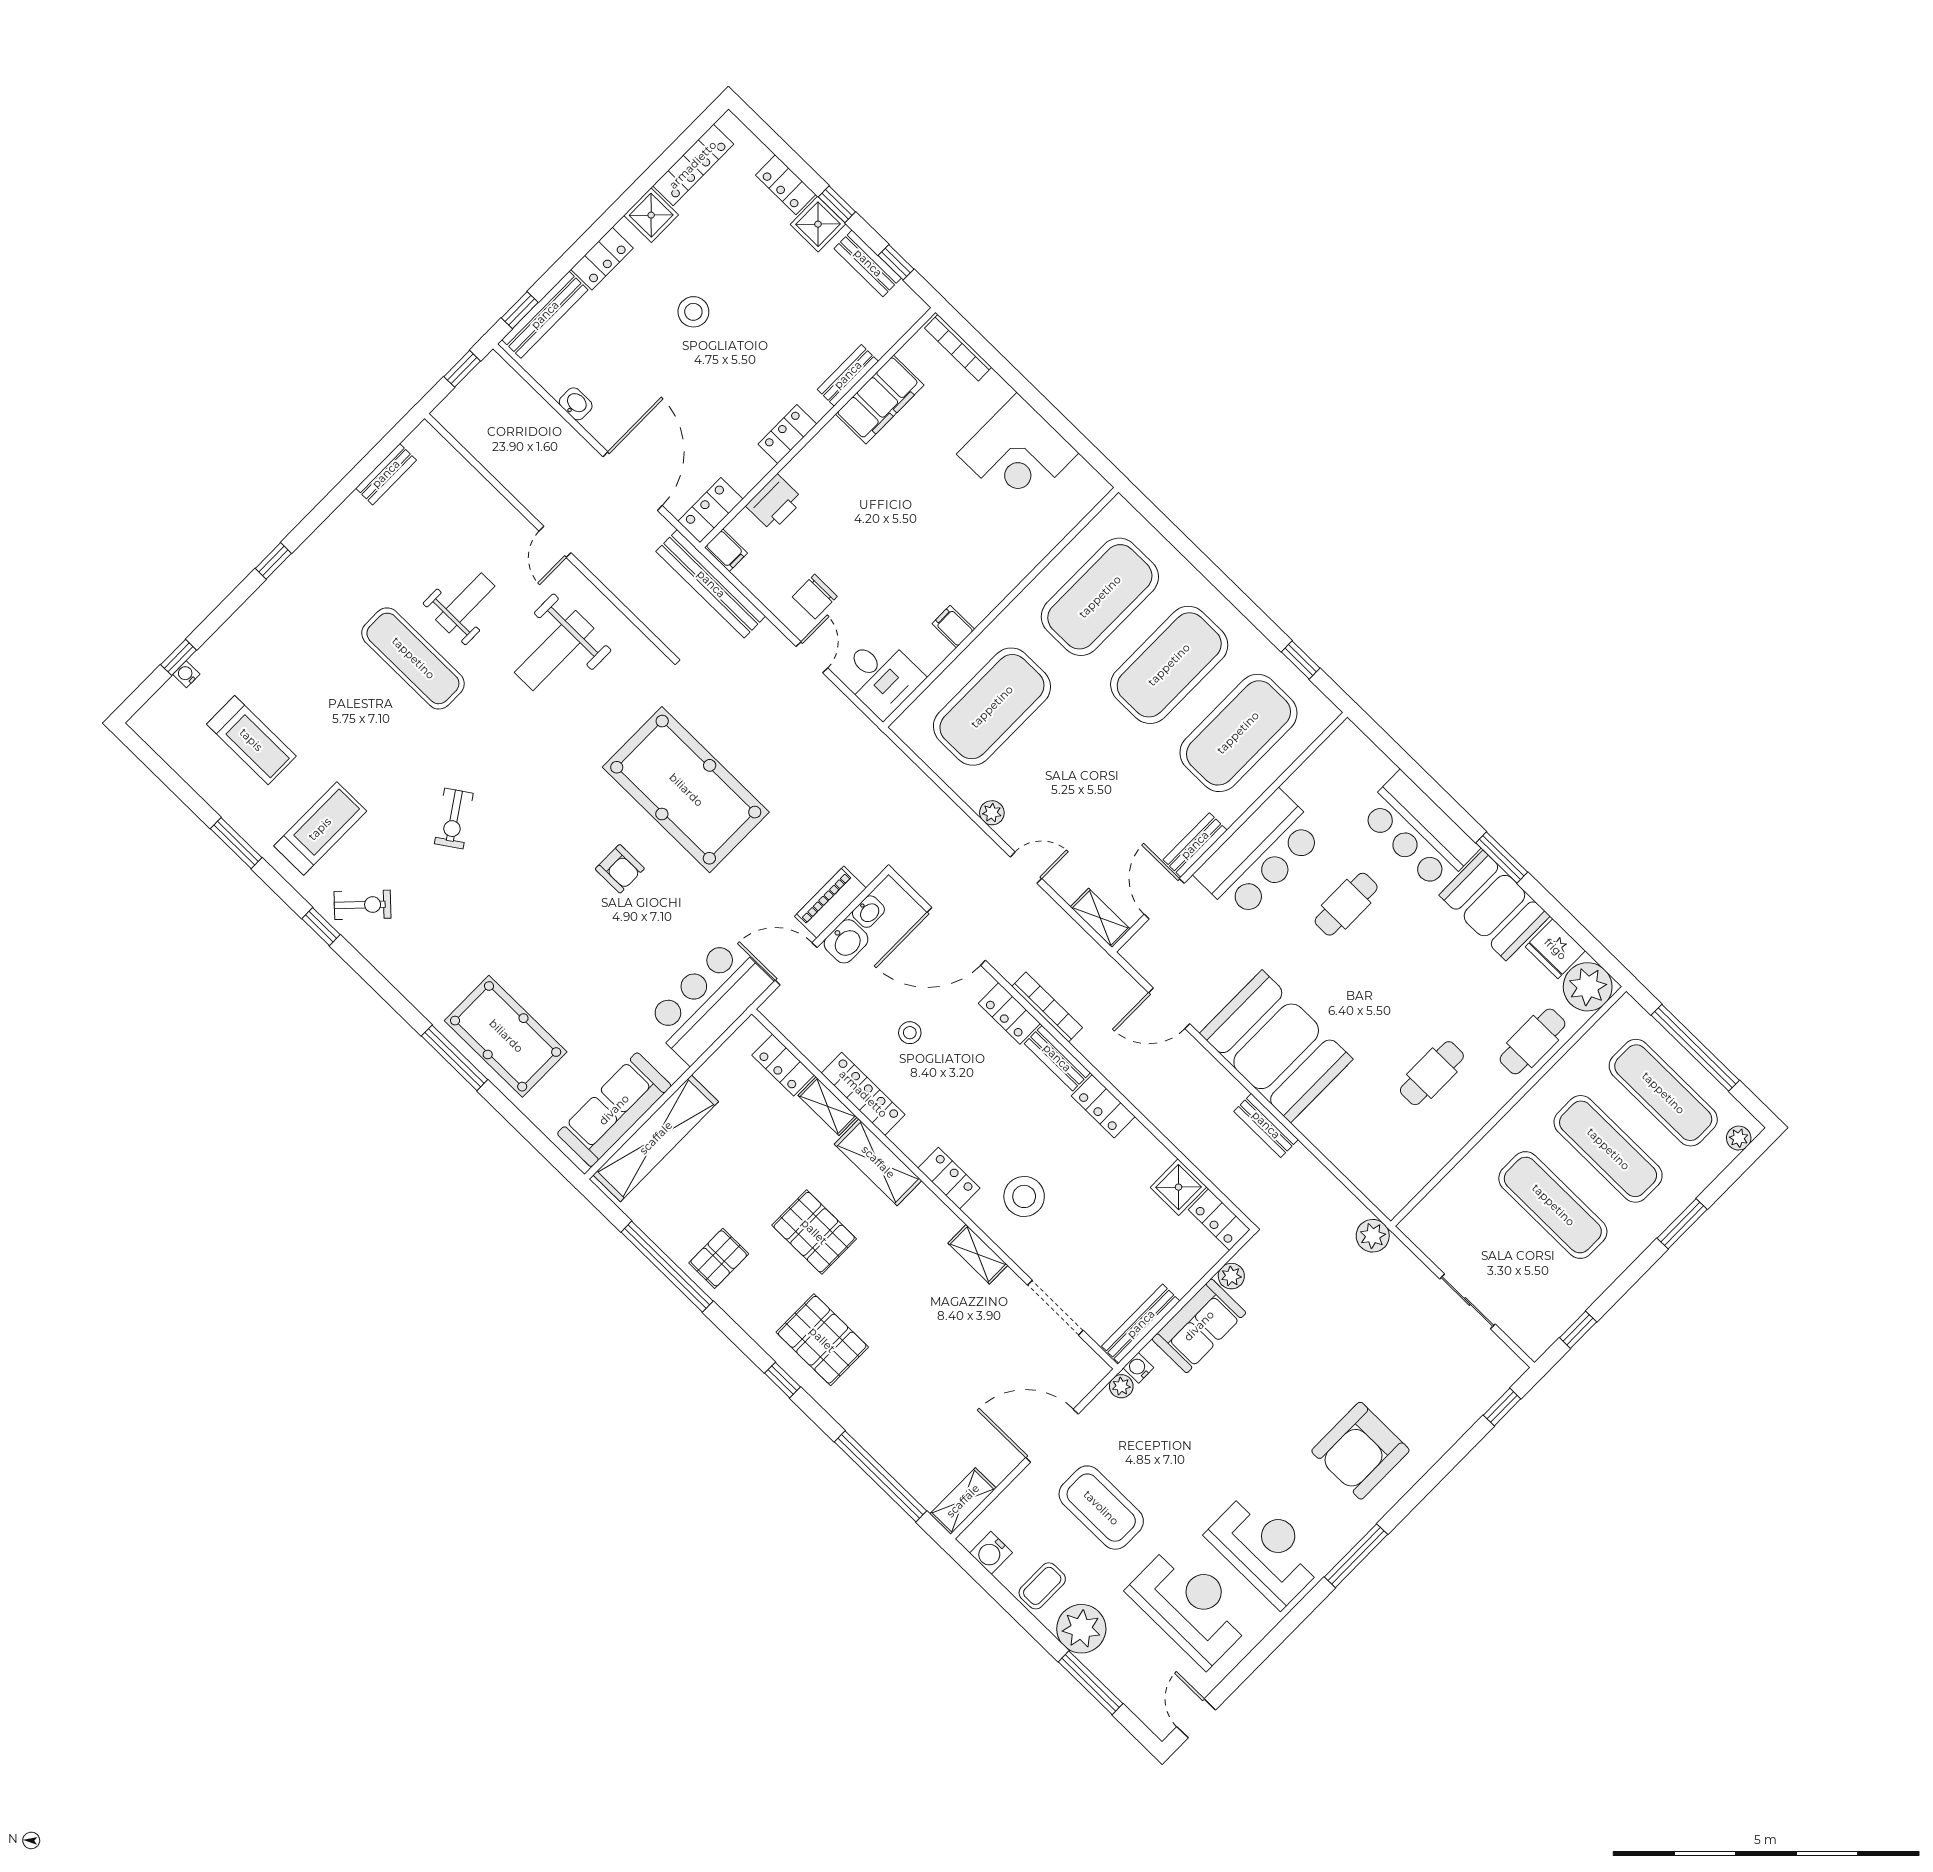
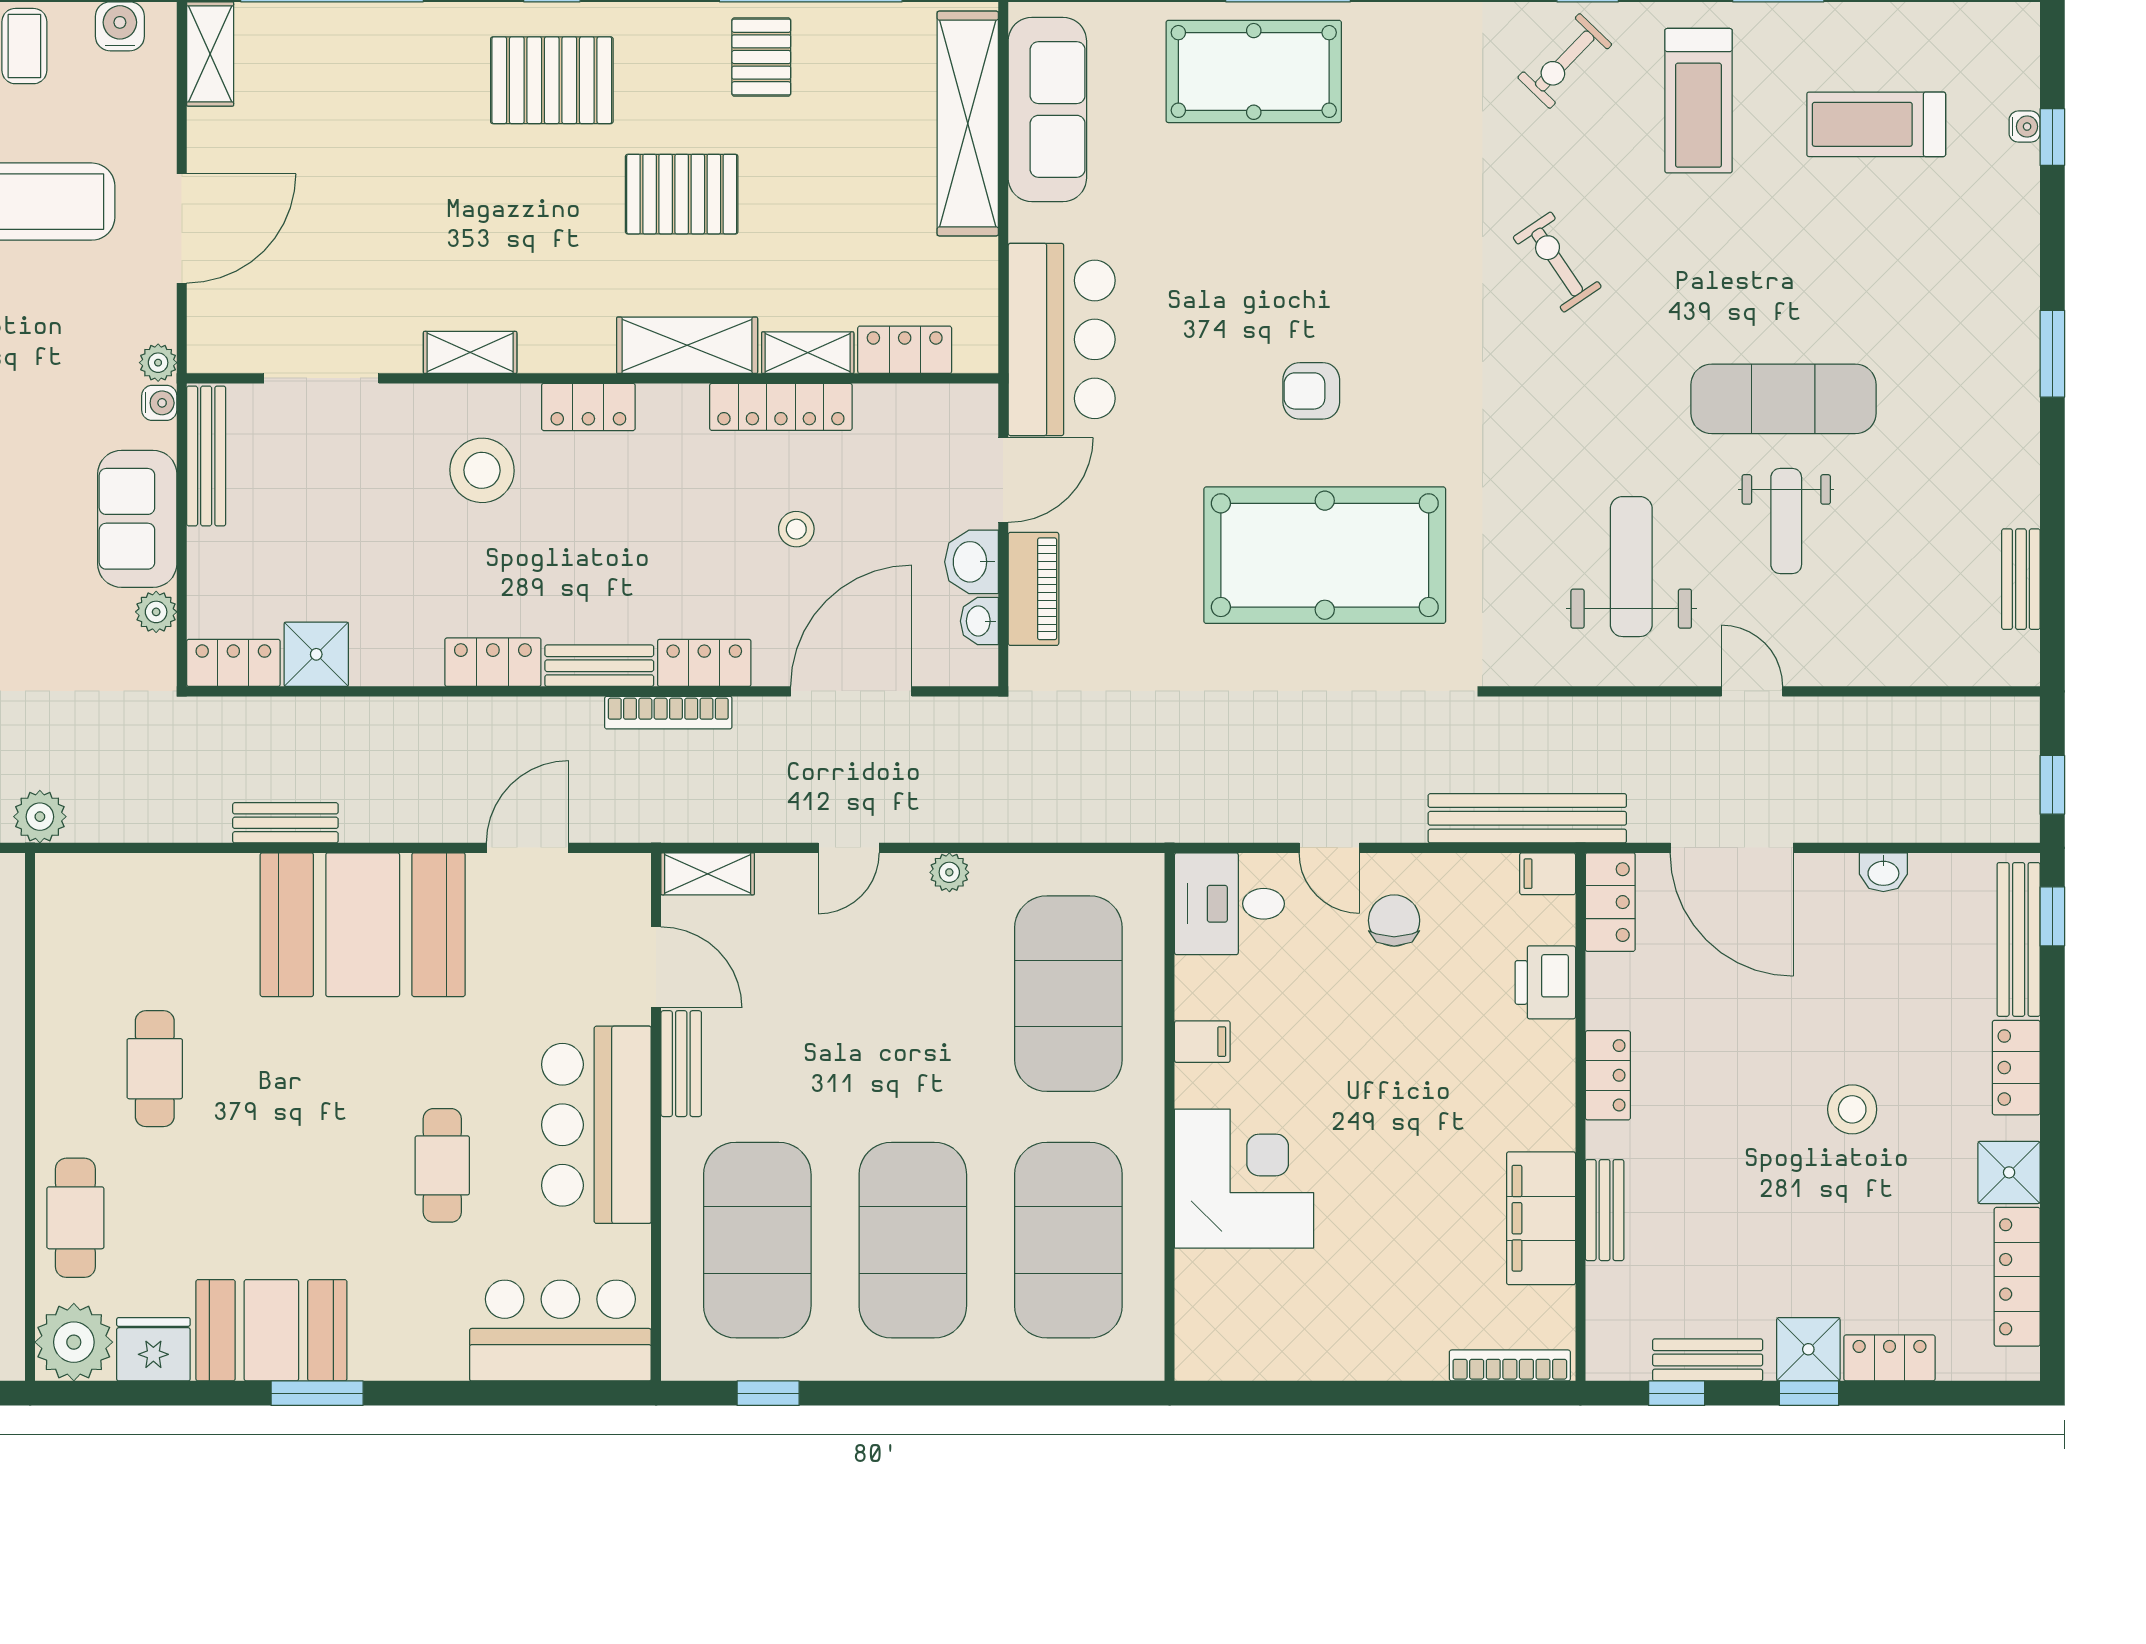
corner desk: (1018, 453) -> (1244, 1179), moved, turned 90
window: (273, 561) -> (2052, 354), width x1.50
bar counter: (1419, 831) -> (560, 1330), moved

